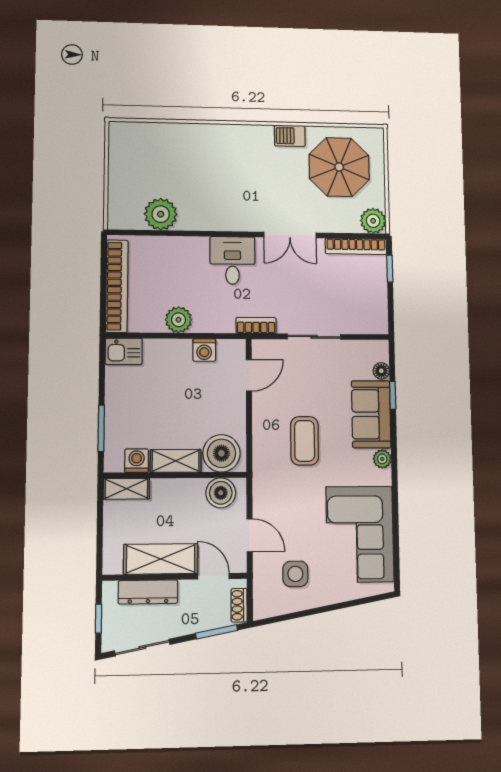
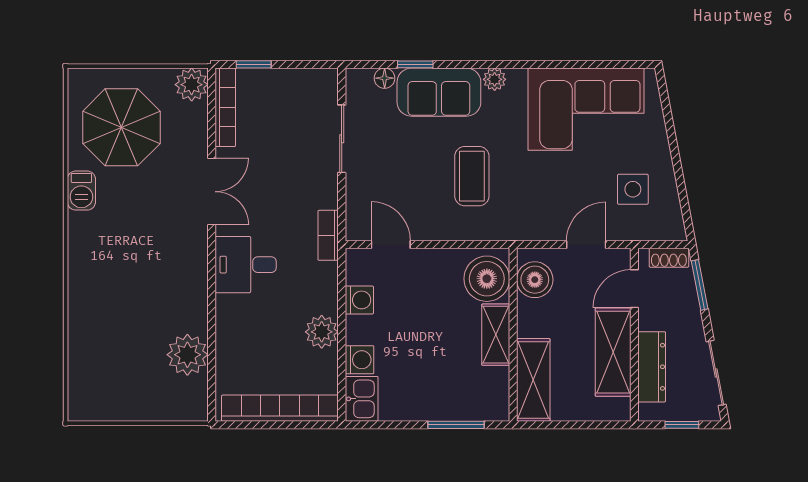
sliding door: (314, 337) -> (342, 139), moved
coffee table: (305, 441) -> (472, 176), turned 90
washing machine: (137, 461) -> (360, 360), moved, turned 180
shelving: (126, 489) -> (533, 380), width x1.50, depth x1.33

